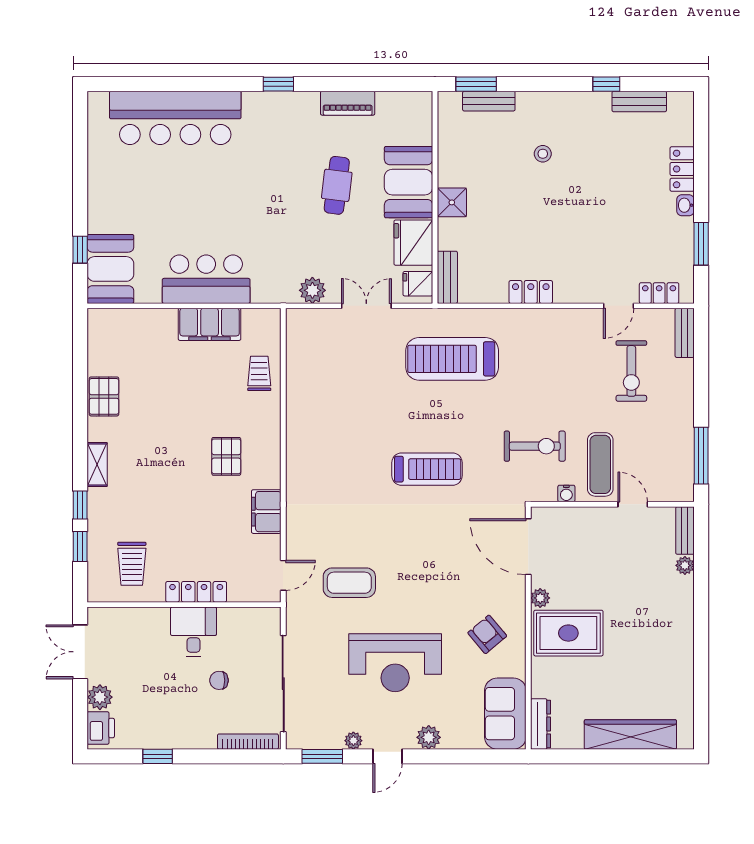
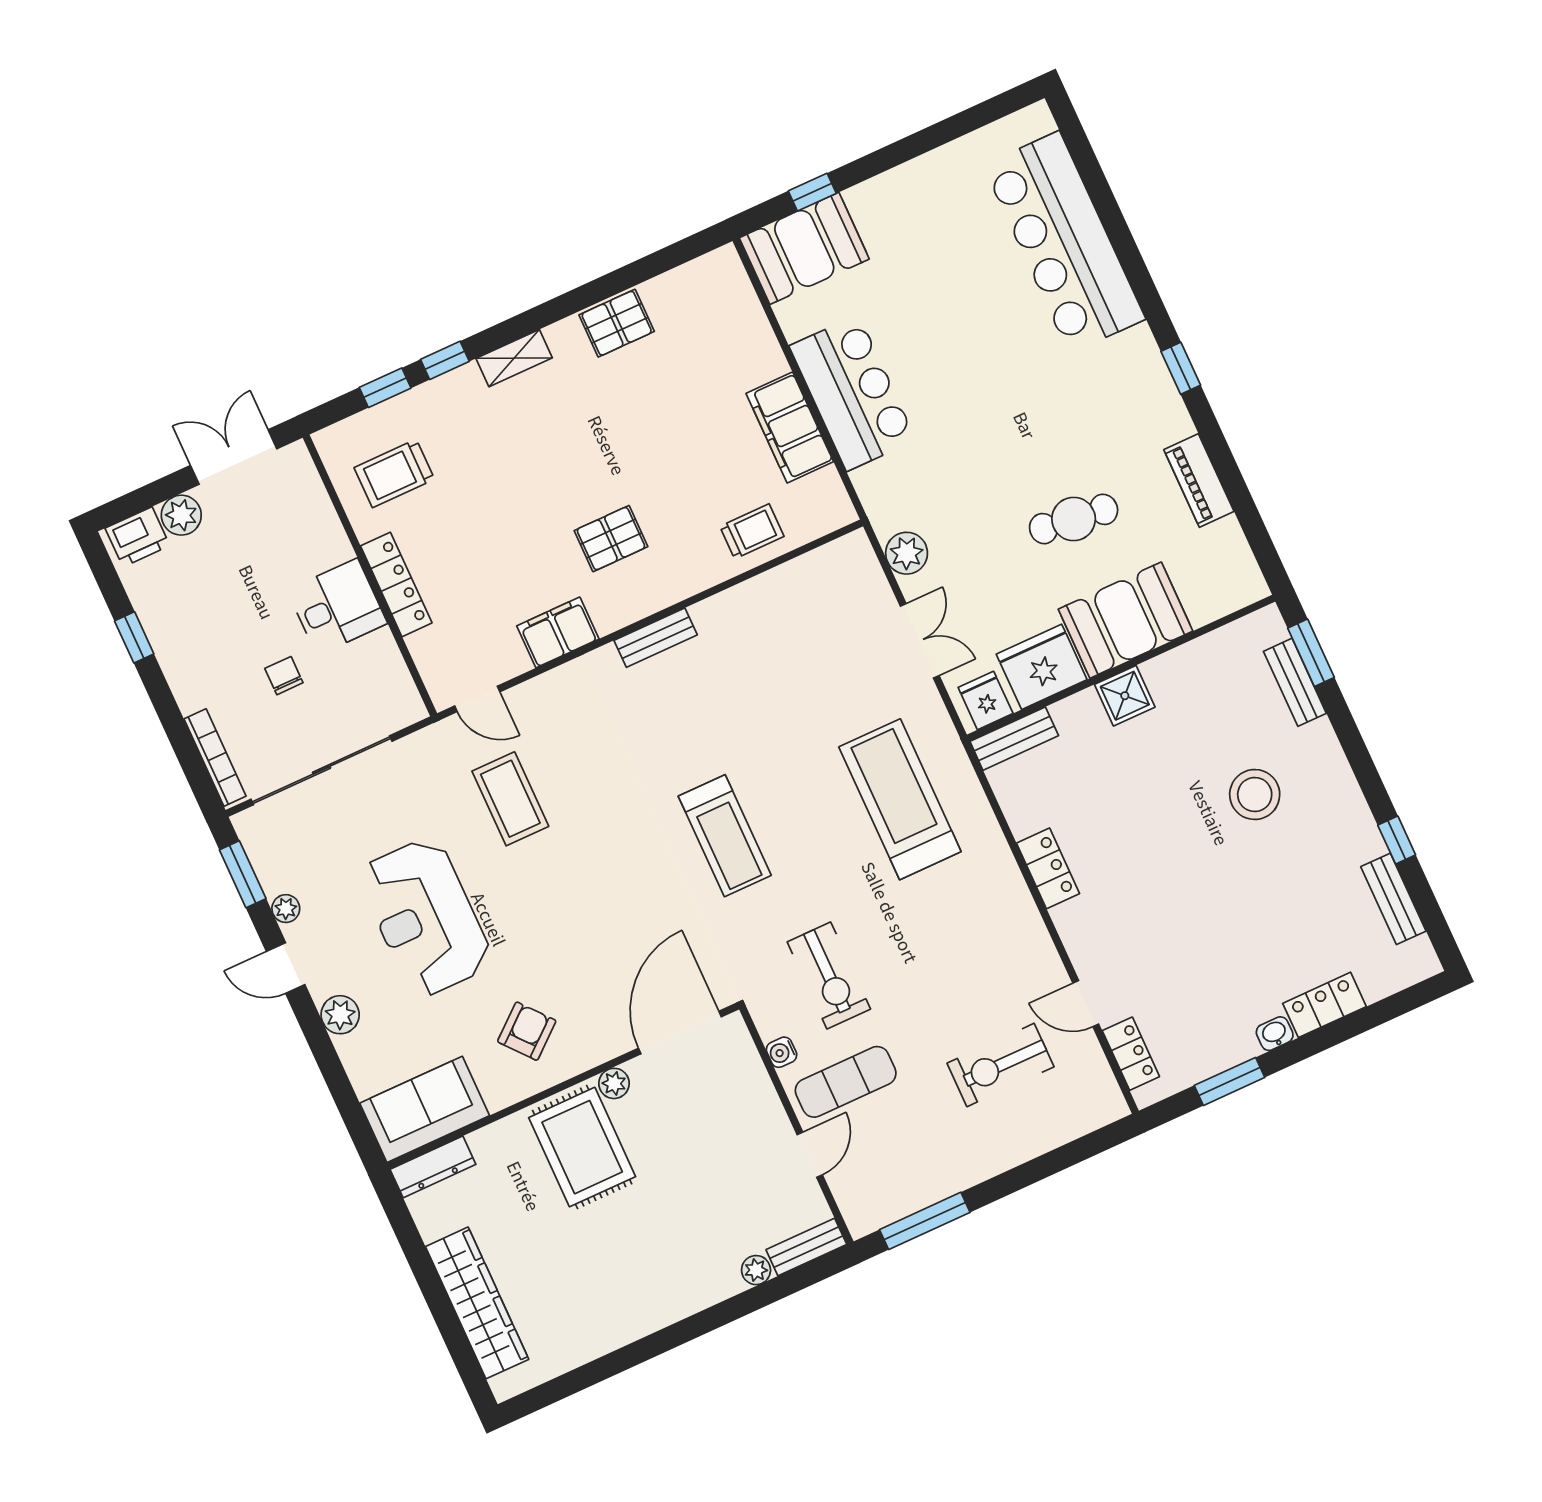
stool: (543, 154) -> (1255, 794), width x1.89, depth x1.89
bench: (685, 333) -> (656, 638), moved

